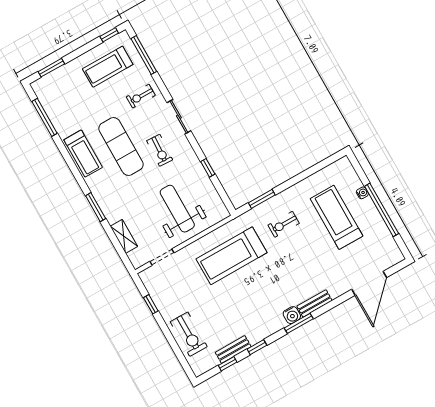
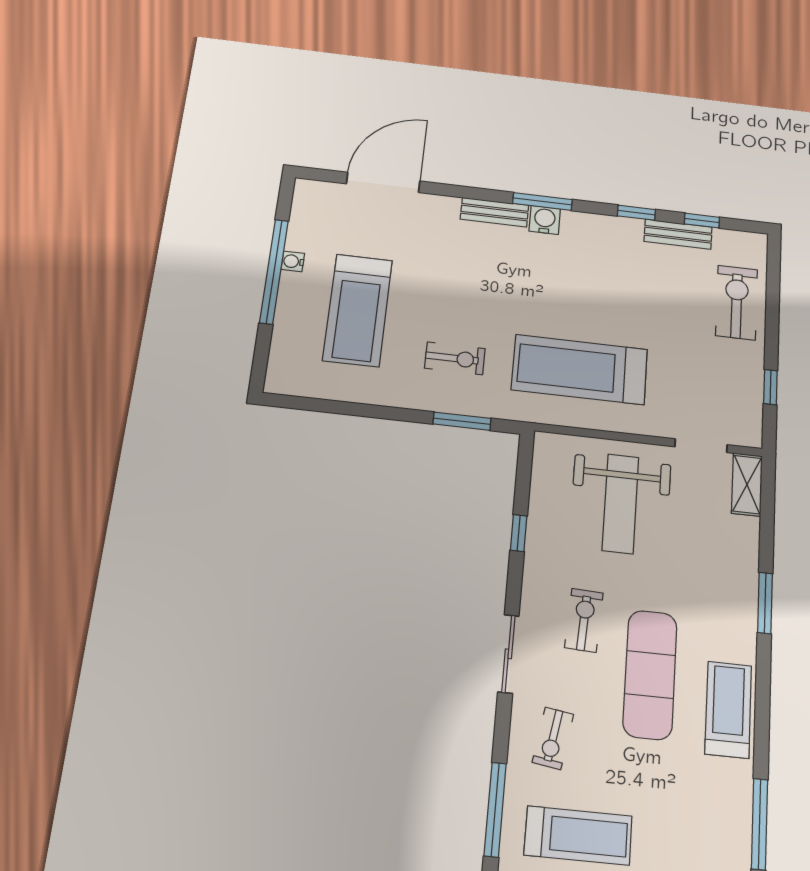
exercise bike: (141, 96) -> (553, 738), turned 99
water cooler: (362, 193) -> (293, 261), moved
shelving: (124, 236) -> (747, 484), moved
treadmill: (232, 256) -> (580, 370), turned 180

